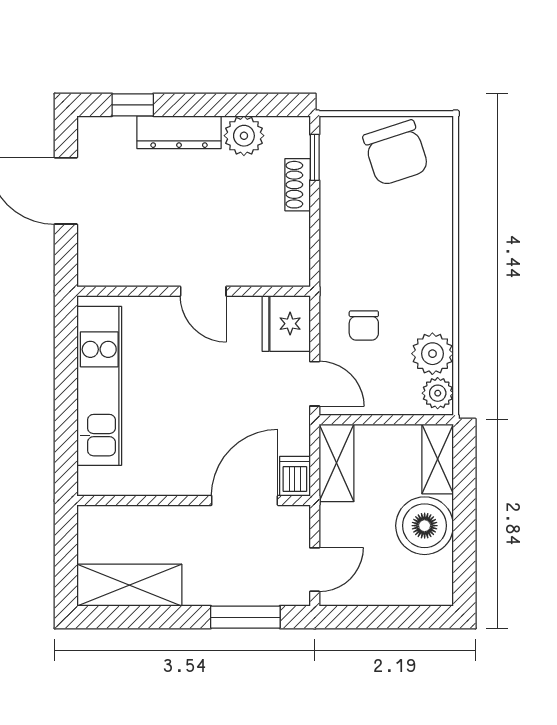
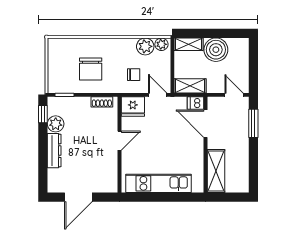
window: (133, 105) -> (43, 114), moved
chair: (396, 153) -> (91, 69), moved, turned 108
shoe rack: (298, 185) -> (102, 102), moved
door: (315, 384) -> (158, 95), hinge flipped
shelving: (129, 585) -> (216, 171), moved

